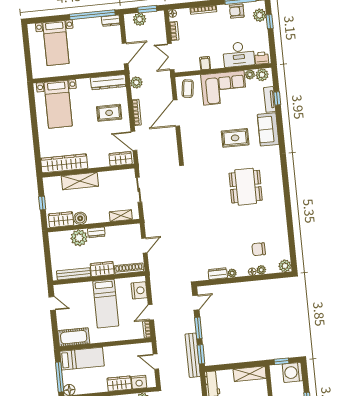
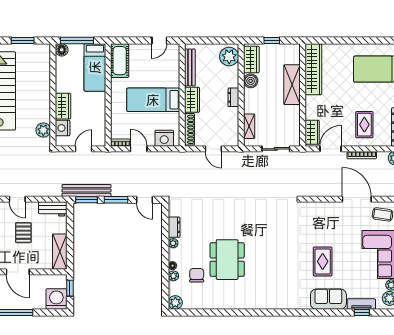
dining table: (246, 187) -> (227, 260), moved, turned 90
plant: (79, 238) -> (229, 57), moved

